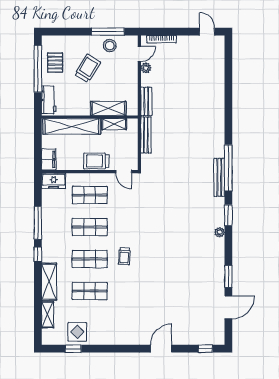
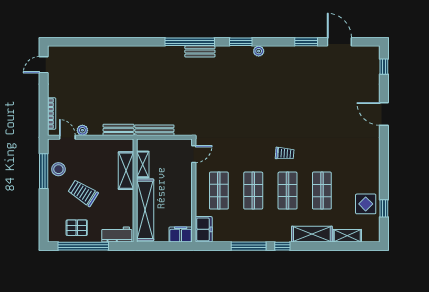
trolley: (96, 161) -> (182, 184), removed
bench: (219, 177) -> (200, 51), width x0.73

